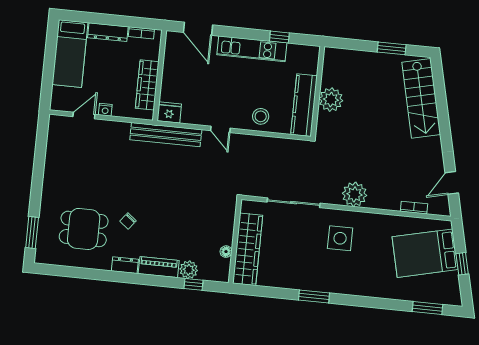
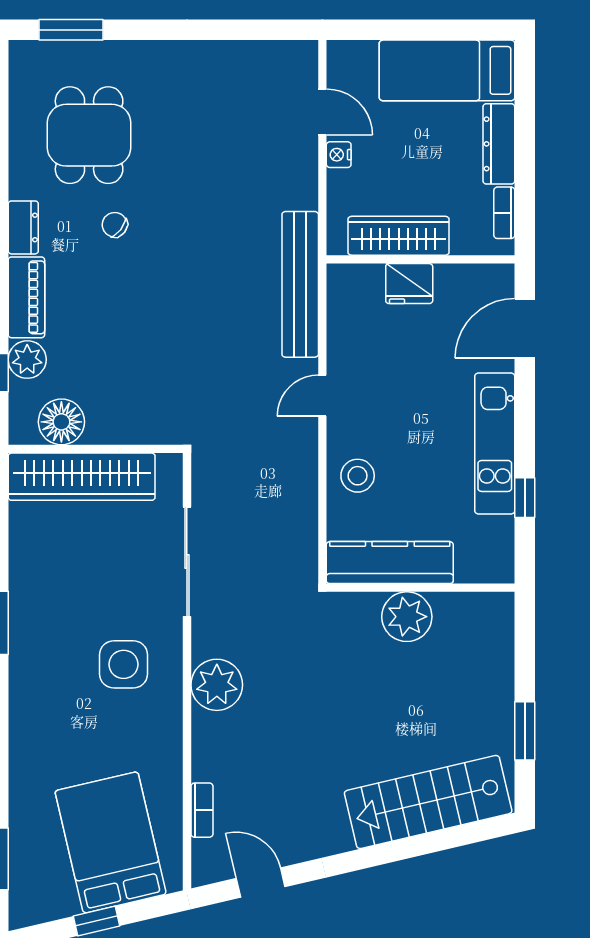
fridge: (169, 112) -> (409, 284), moved, turned 90
floor lamp: (226, 252) -> (61, 422), width x1.89, depth x1.89

